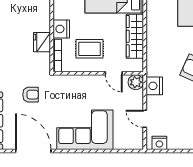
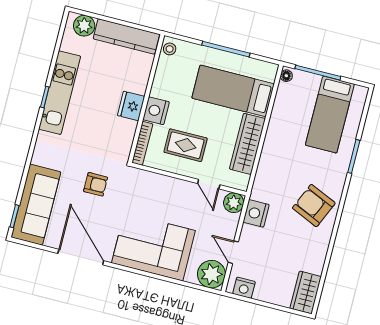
fridge: (42, 42) -> (131, 106), moved
plant: (133, 139) -> (211, 274), added

